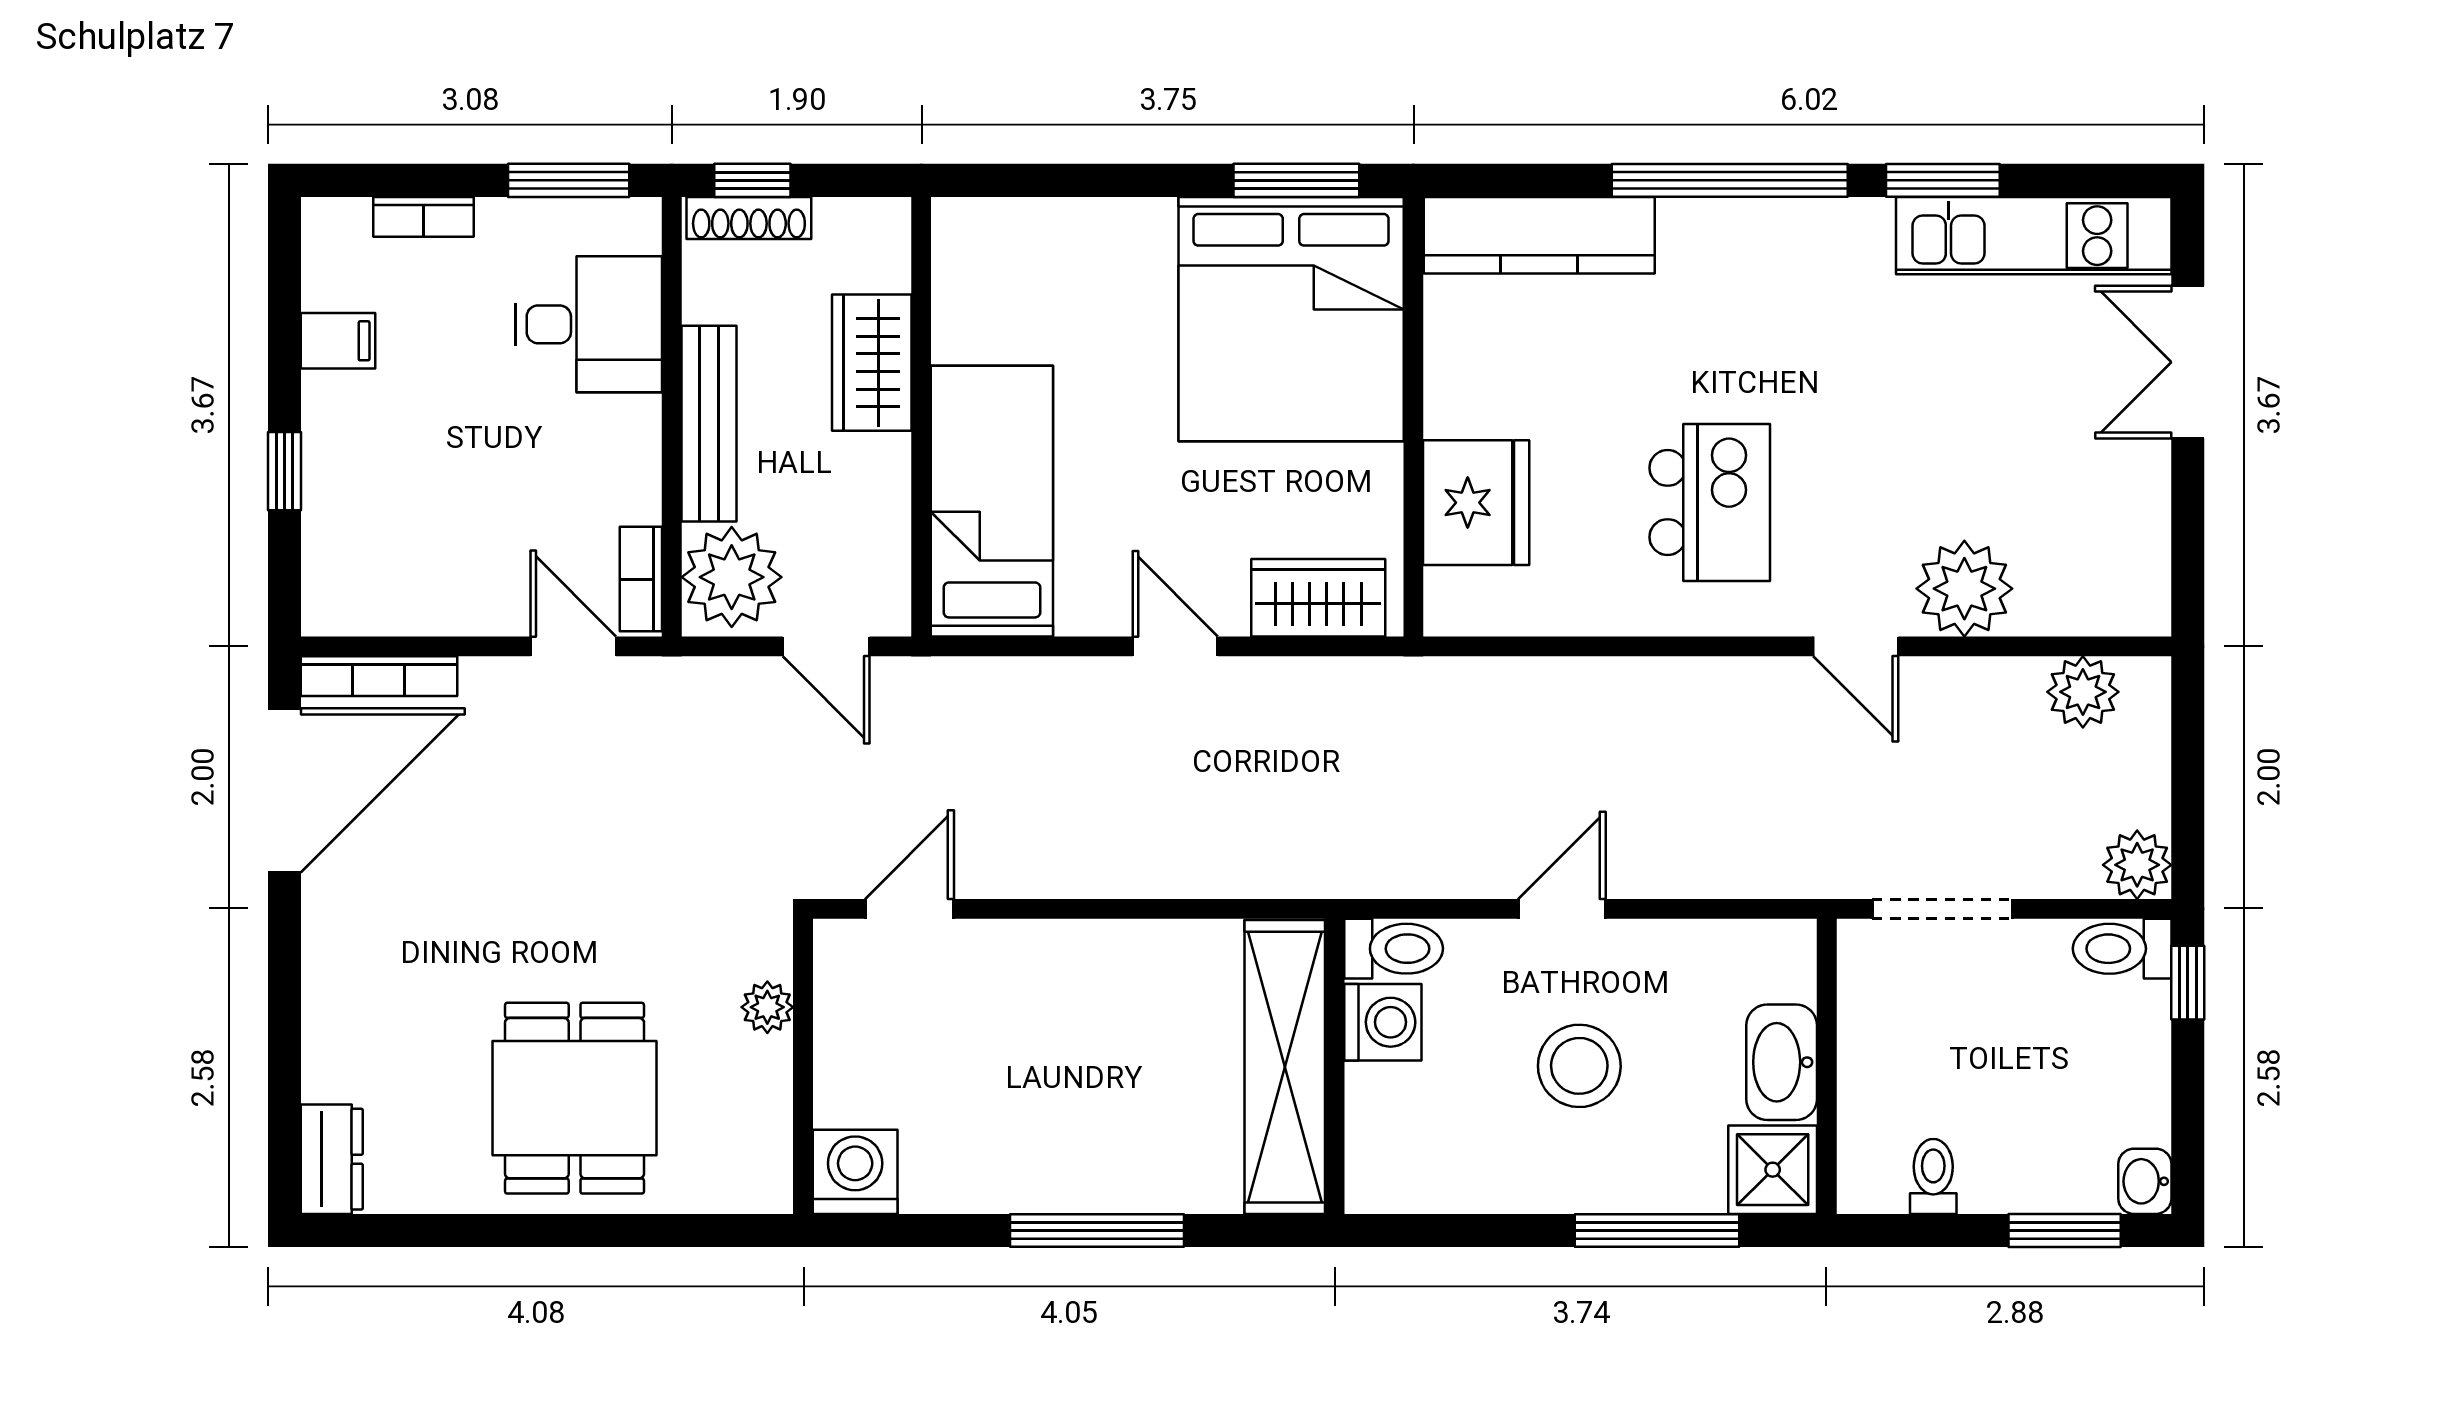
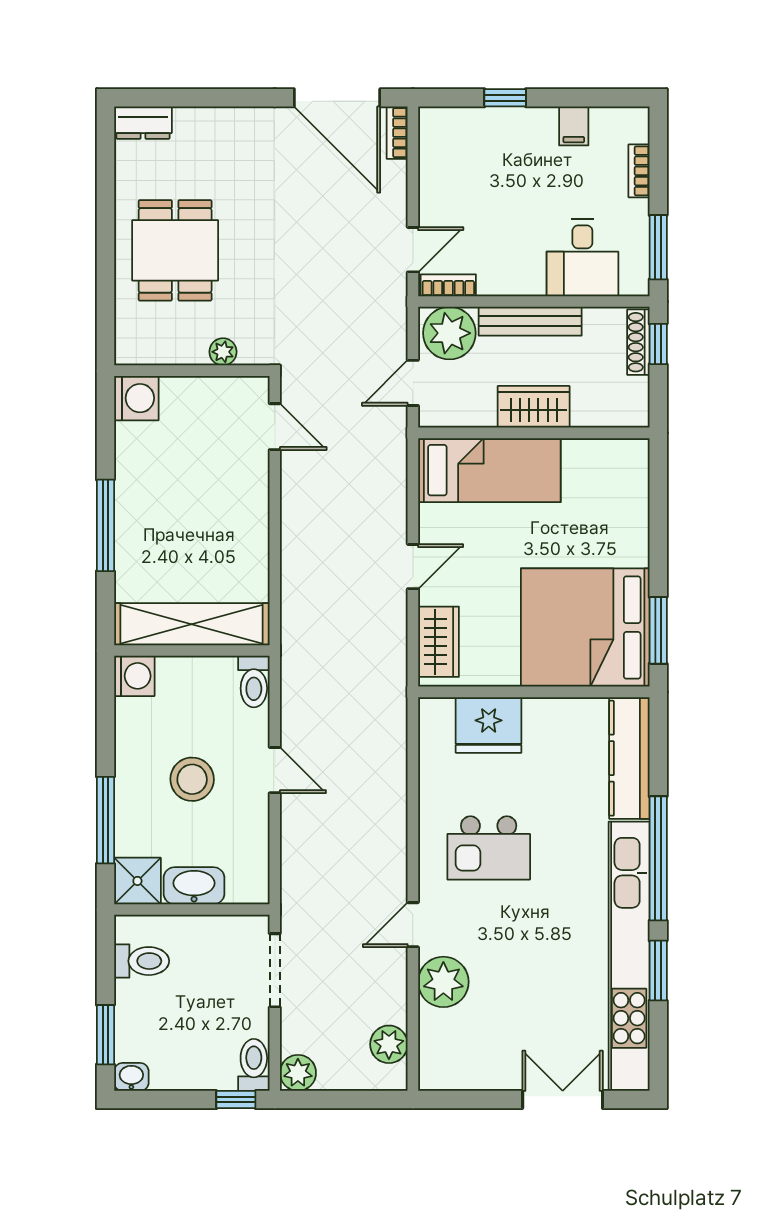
kitchen unit: (2034, 236) -> (629, 956), width x1.86
wardrobe: (872, 363) -> (534, 407), moved
bookcase: (379, 676) -> (397, 133), width x0.64
washing machine: (1383, 1022) -> (134, 676), moved, turned -90
dining table: (575, 1098) -> (175, 250), turned 90
toilet: (1933, 1176) -> (142, 961), width x1.37, depth x1.39

